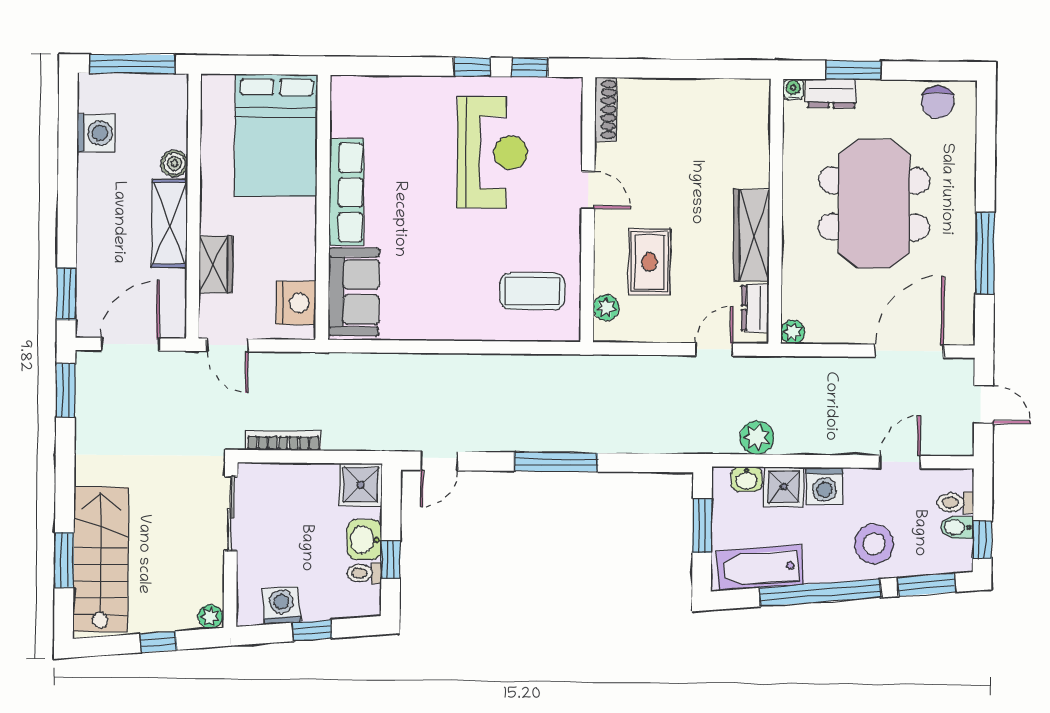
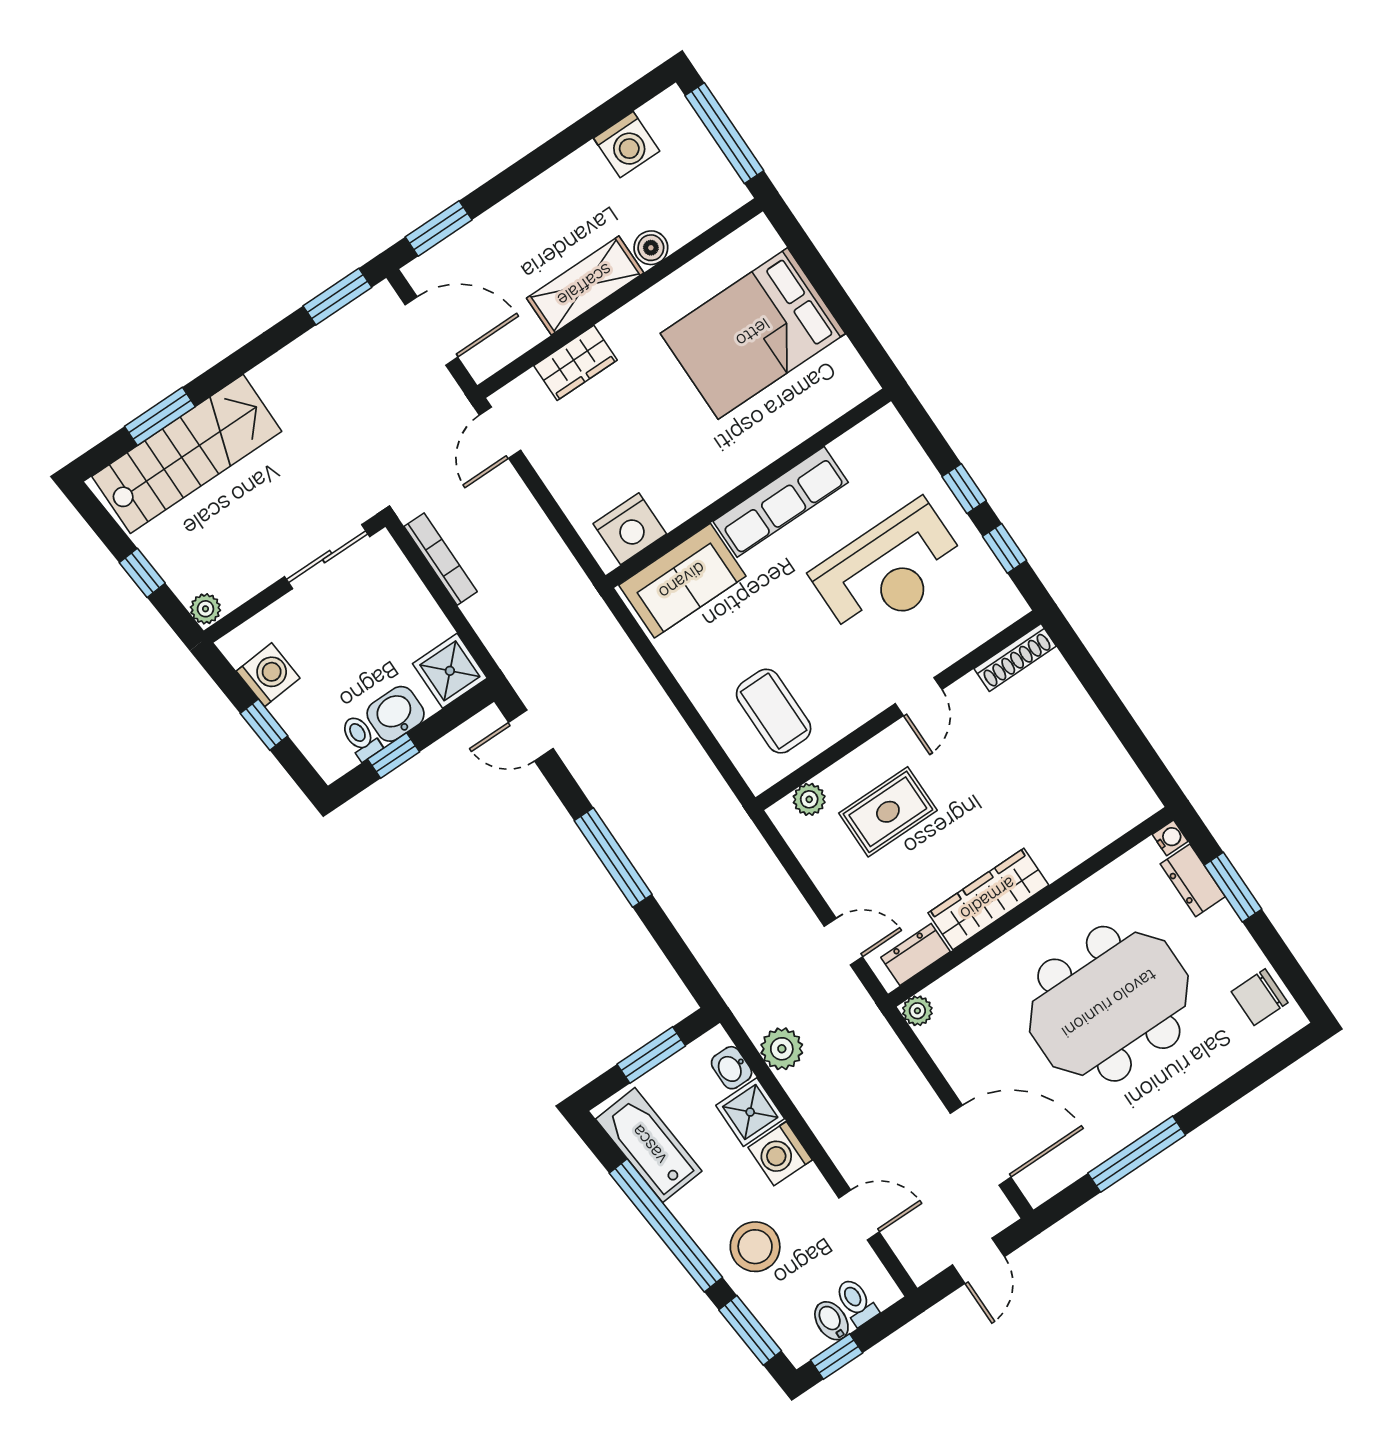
row of seats: (346, 192) -> (781, 502), moved
wall: (323, 207) -> (748, 488), moved
sofa: (354, 292) -> (682, 581), moved
nightstand: (296, 303) -> (630, 529), moved

